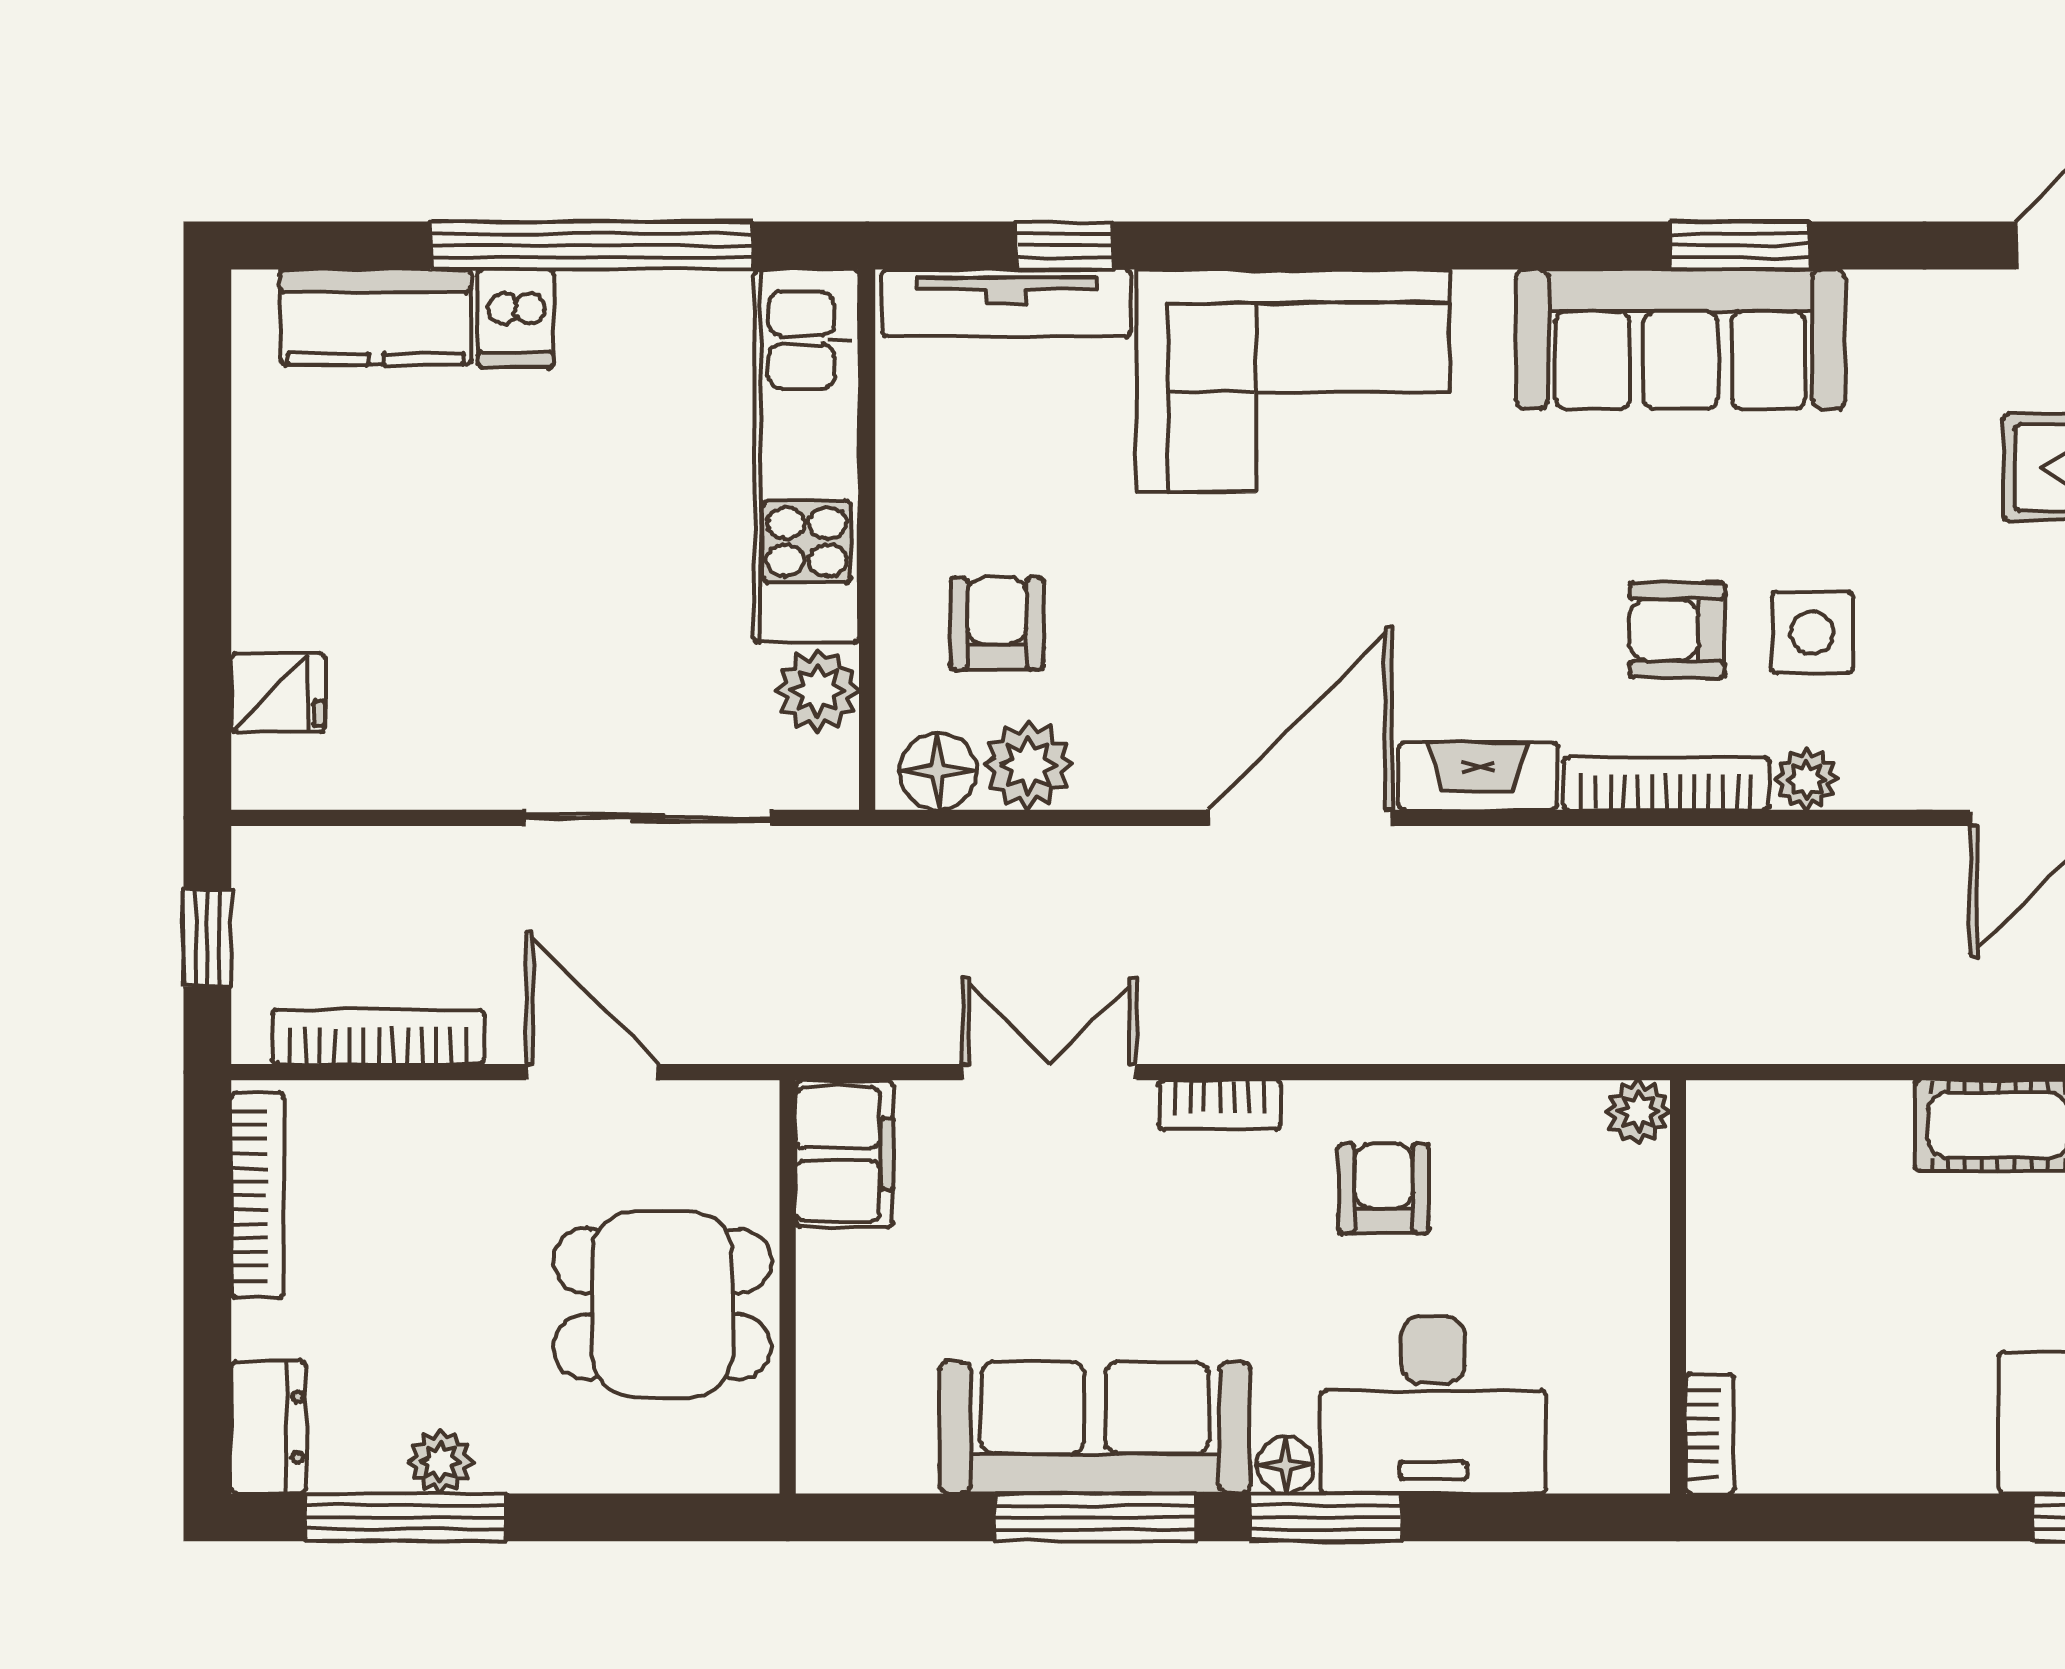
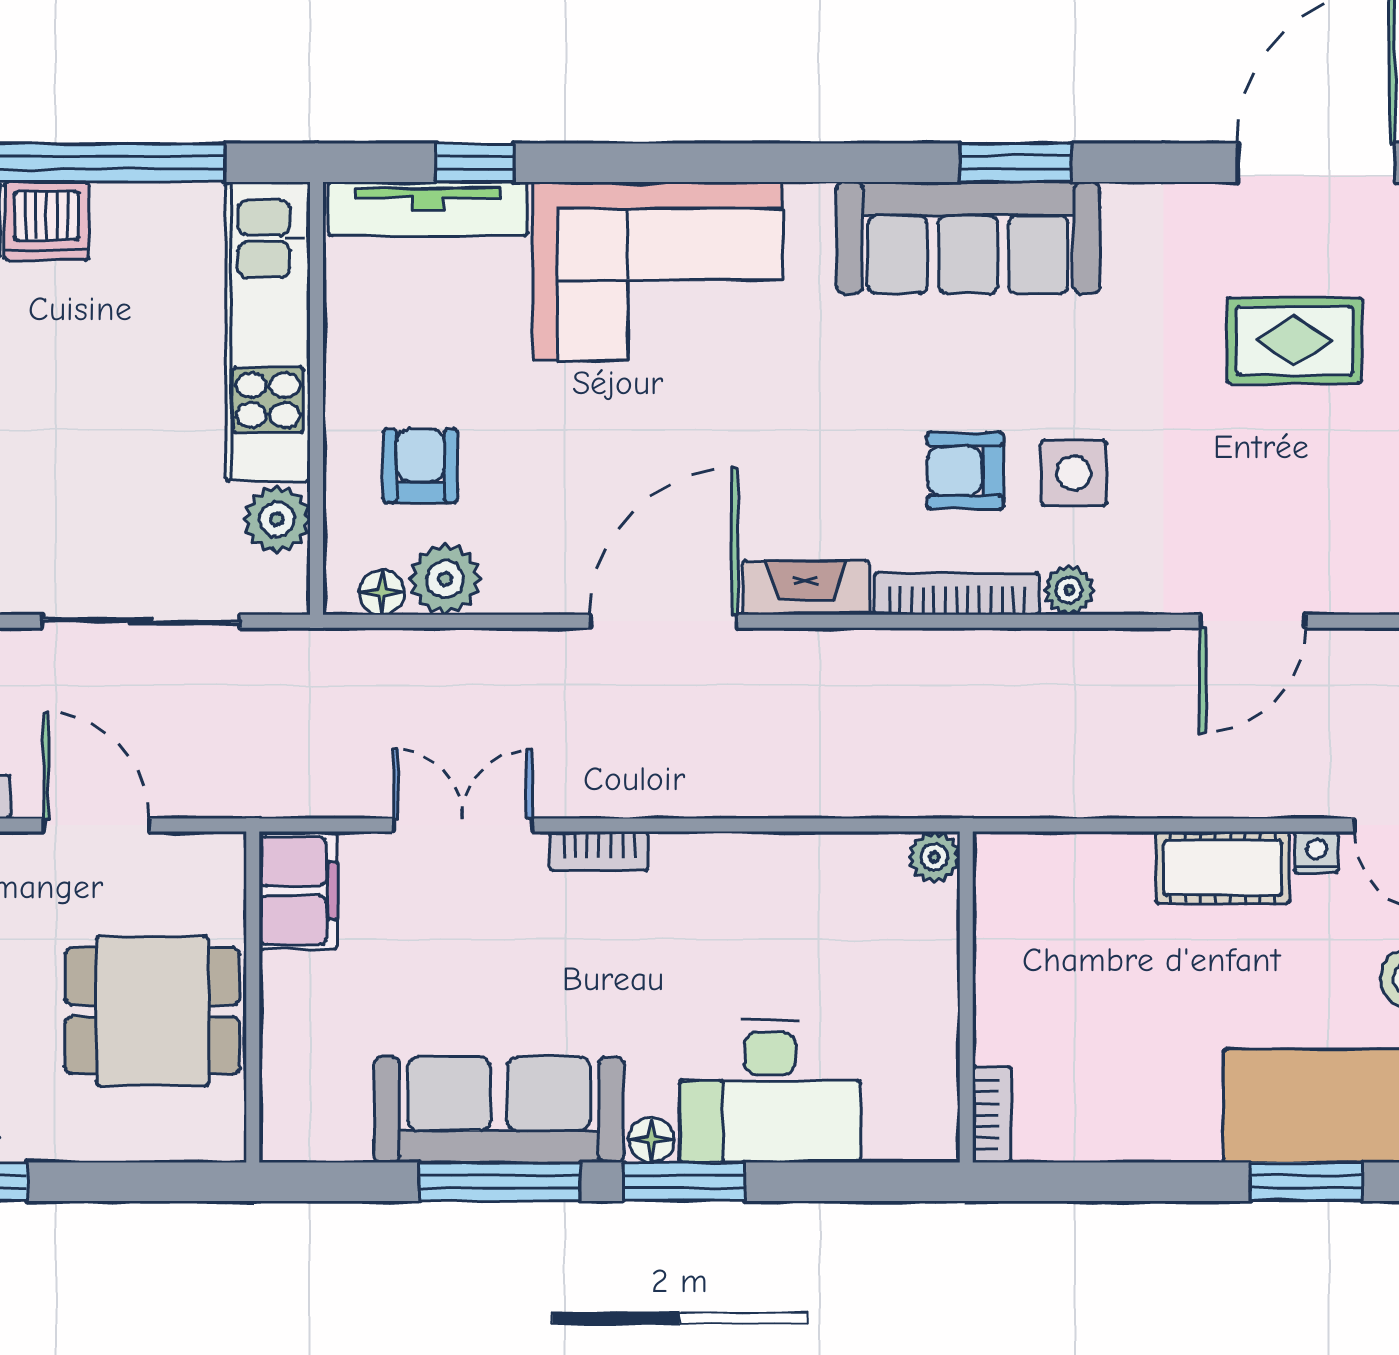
dishwasher: (516, 318) -> (46, 221), width x1.38
floor lamp: (938, 771) -> (382, 592), width x0.73, depth x0.73
armchair: (1384, 1189) -> (730, 918), removed

